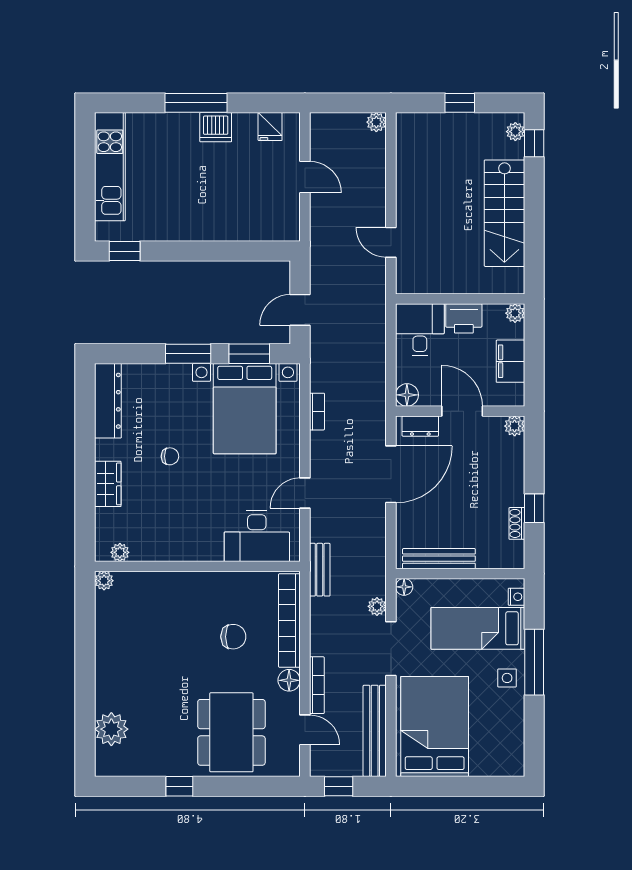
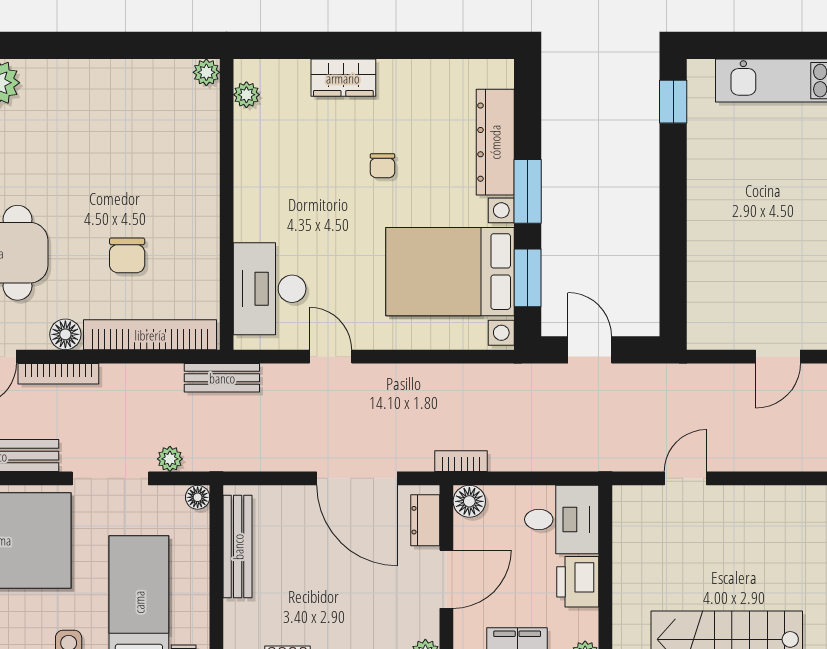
dresser: (108, 401) -> (495, 142), moved, turned 90
bookcase: (317, 412) -> (461, 461), moved, turned 180

